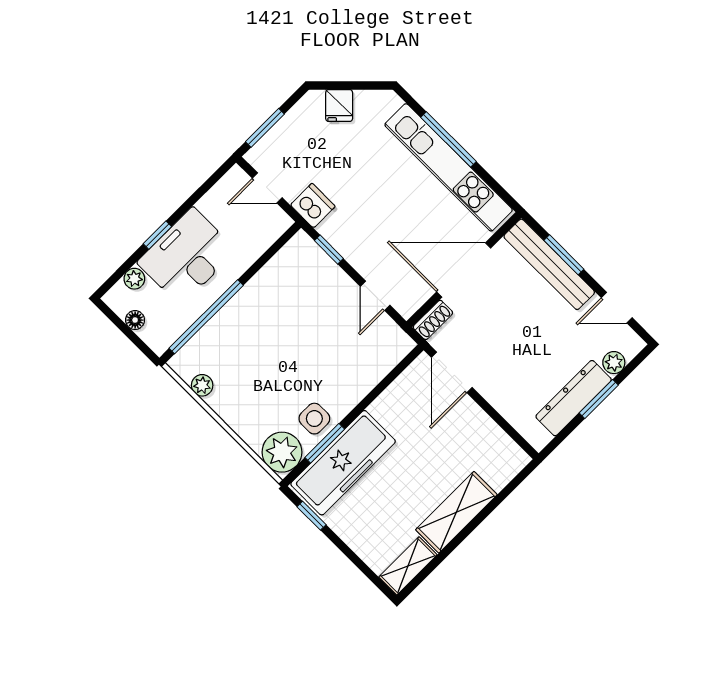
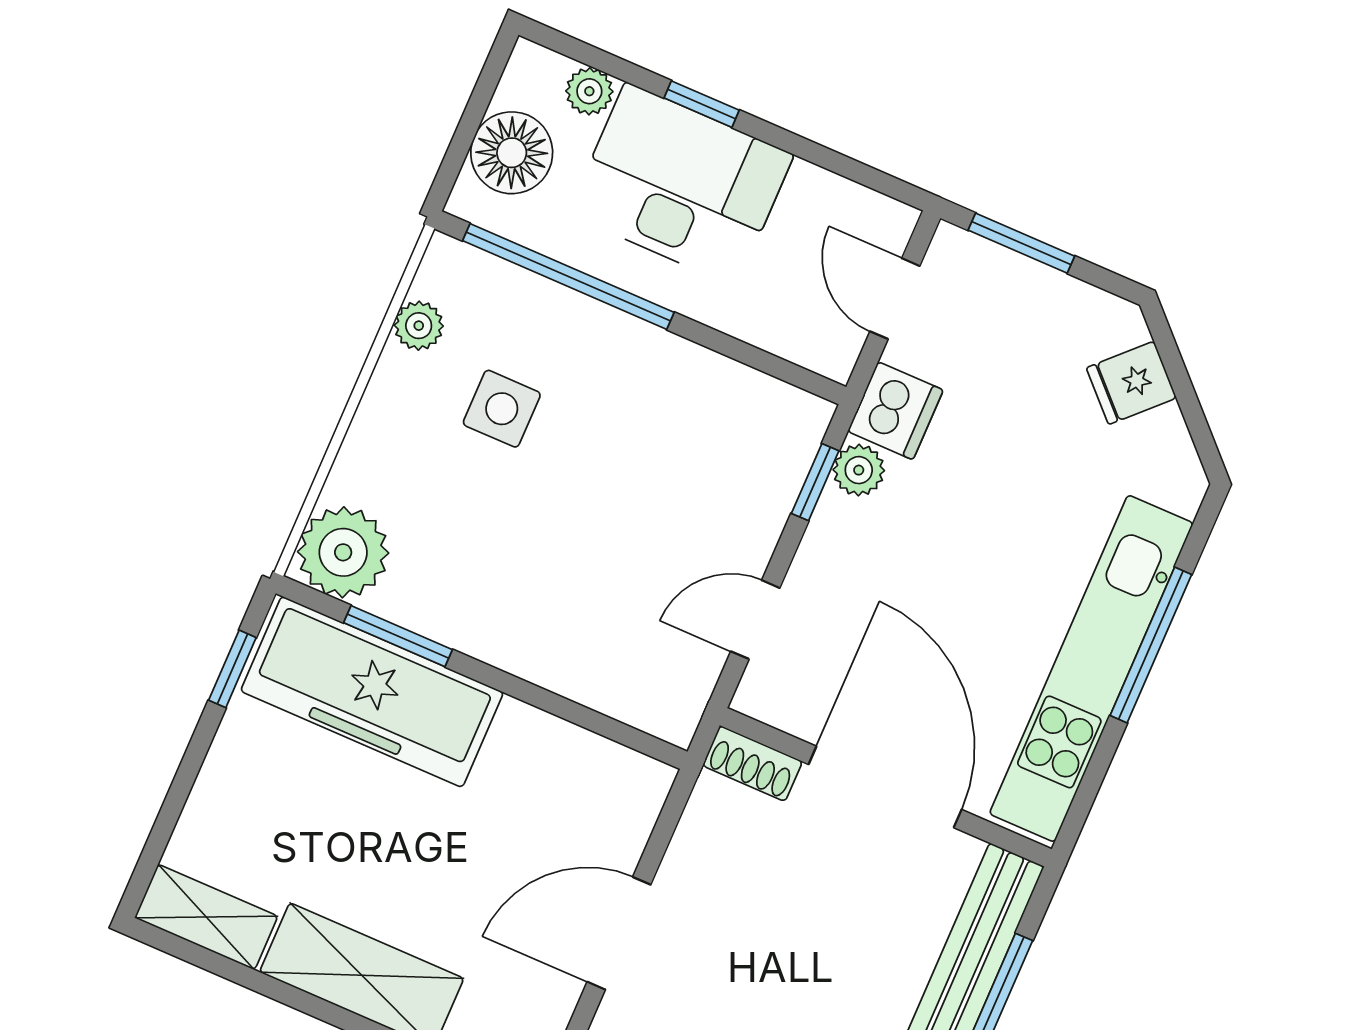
plant: (331, 230) -> (859, 470), added
floor lamp: (135, 320) -> (512, 153), width x1.89, depth x1.89
door: (452, 372) -> (619, 933), moved
side table: (314, 419) -> (502, 409), moved

